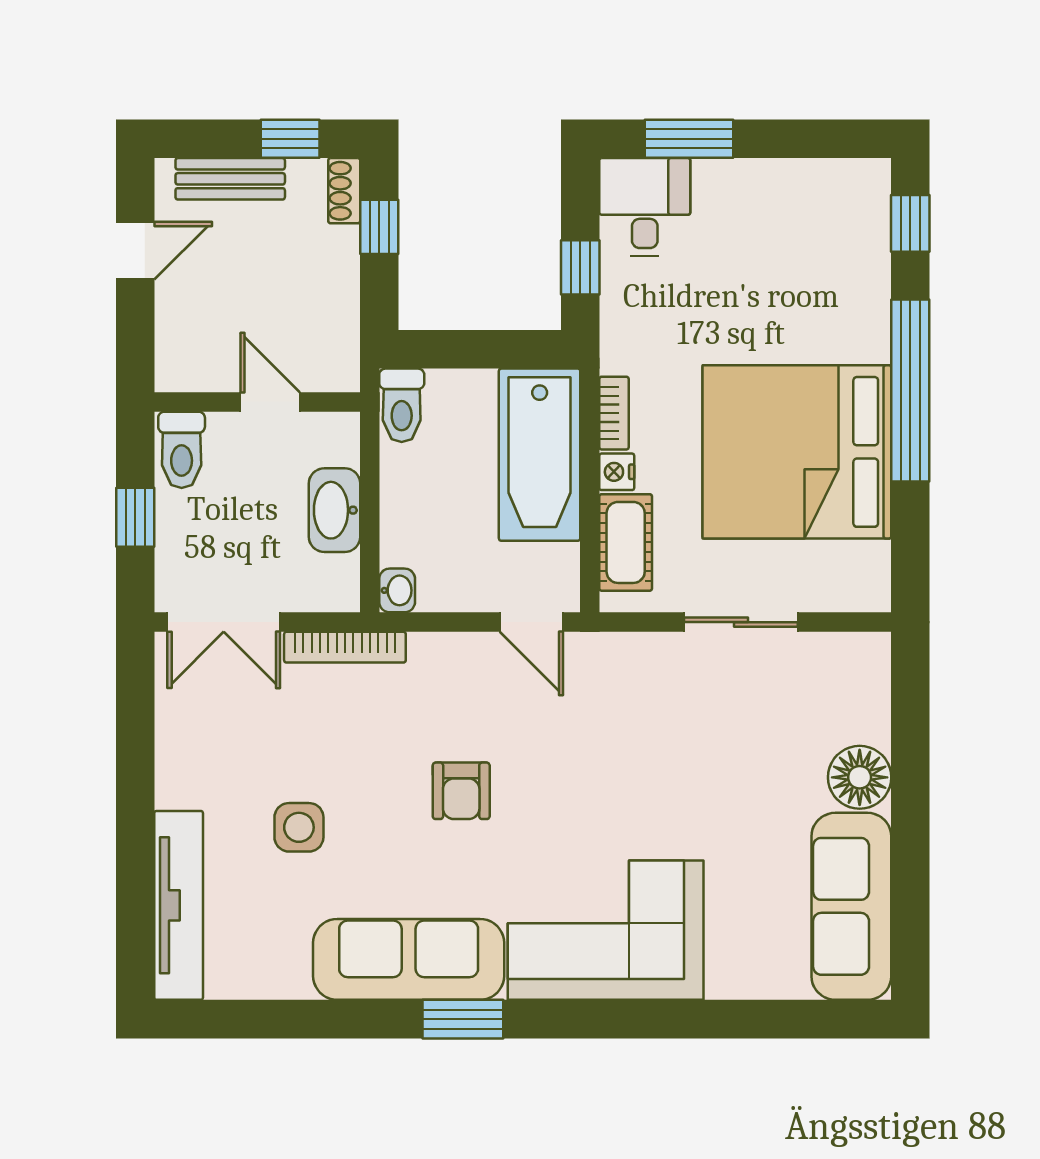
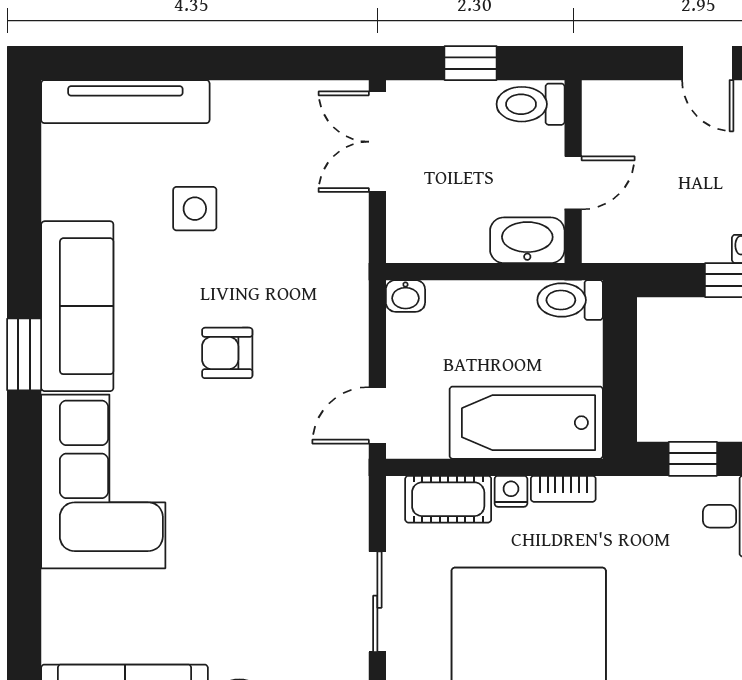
washbasin: (335, 510) -> (527, 240), moved
bookcase: (345, 647) -> (355, 250), removed

